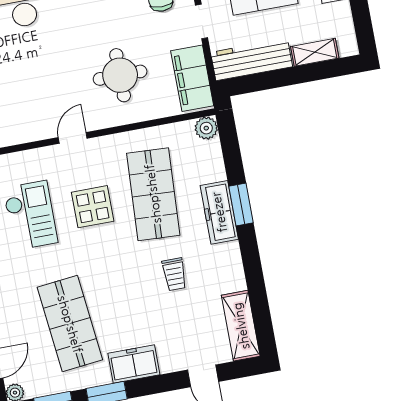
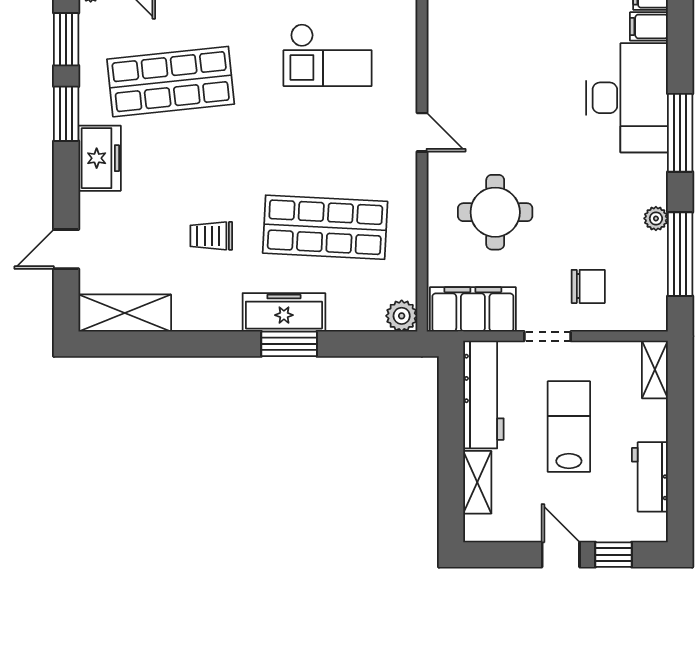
display table: (93, 207) -> (324, 142), removed

